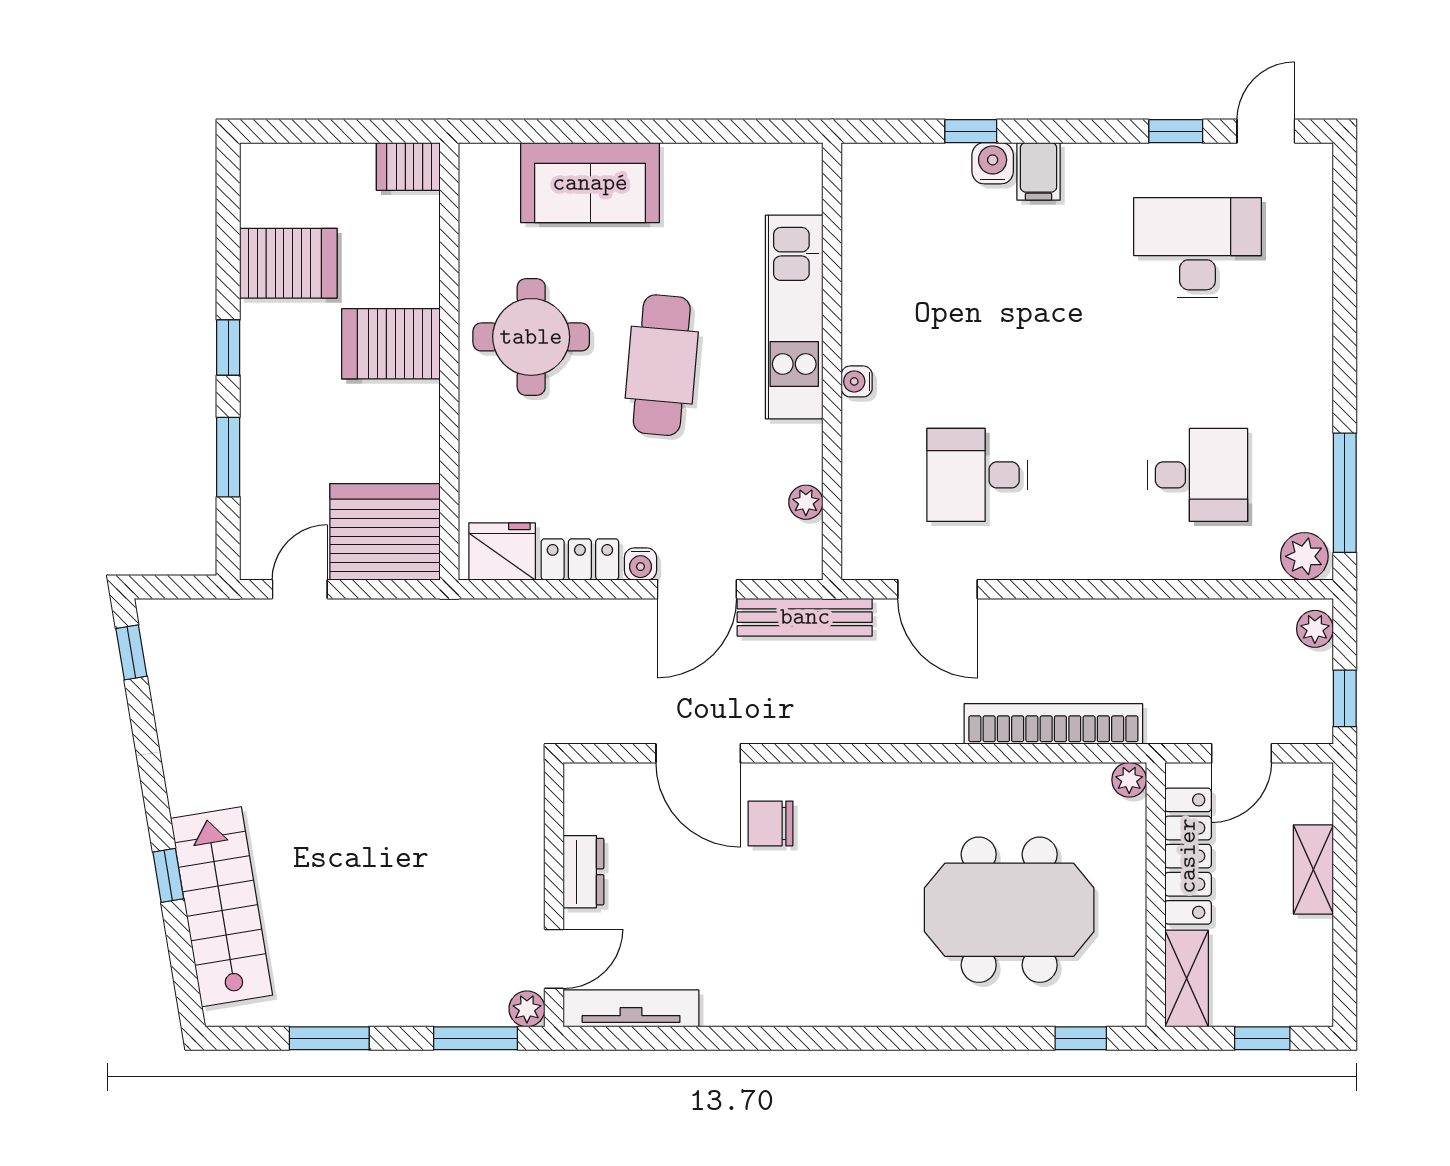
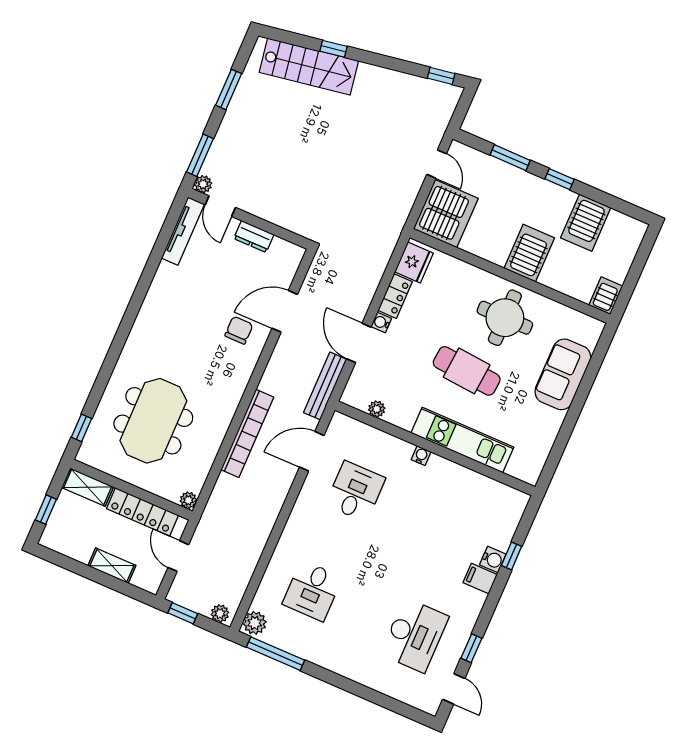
bookcase: (1053, 724) -> (247, 433), moved

